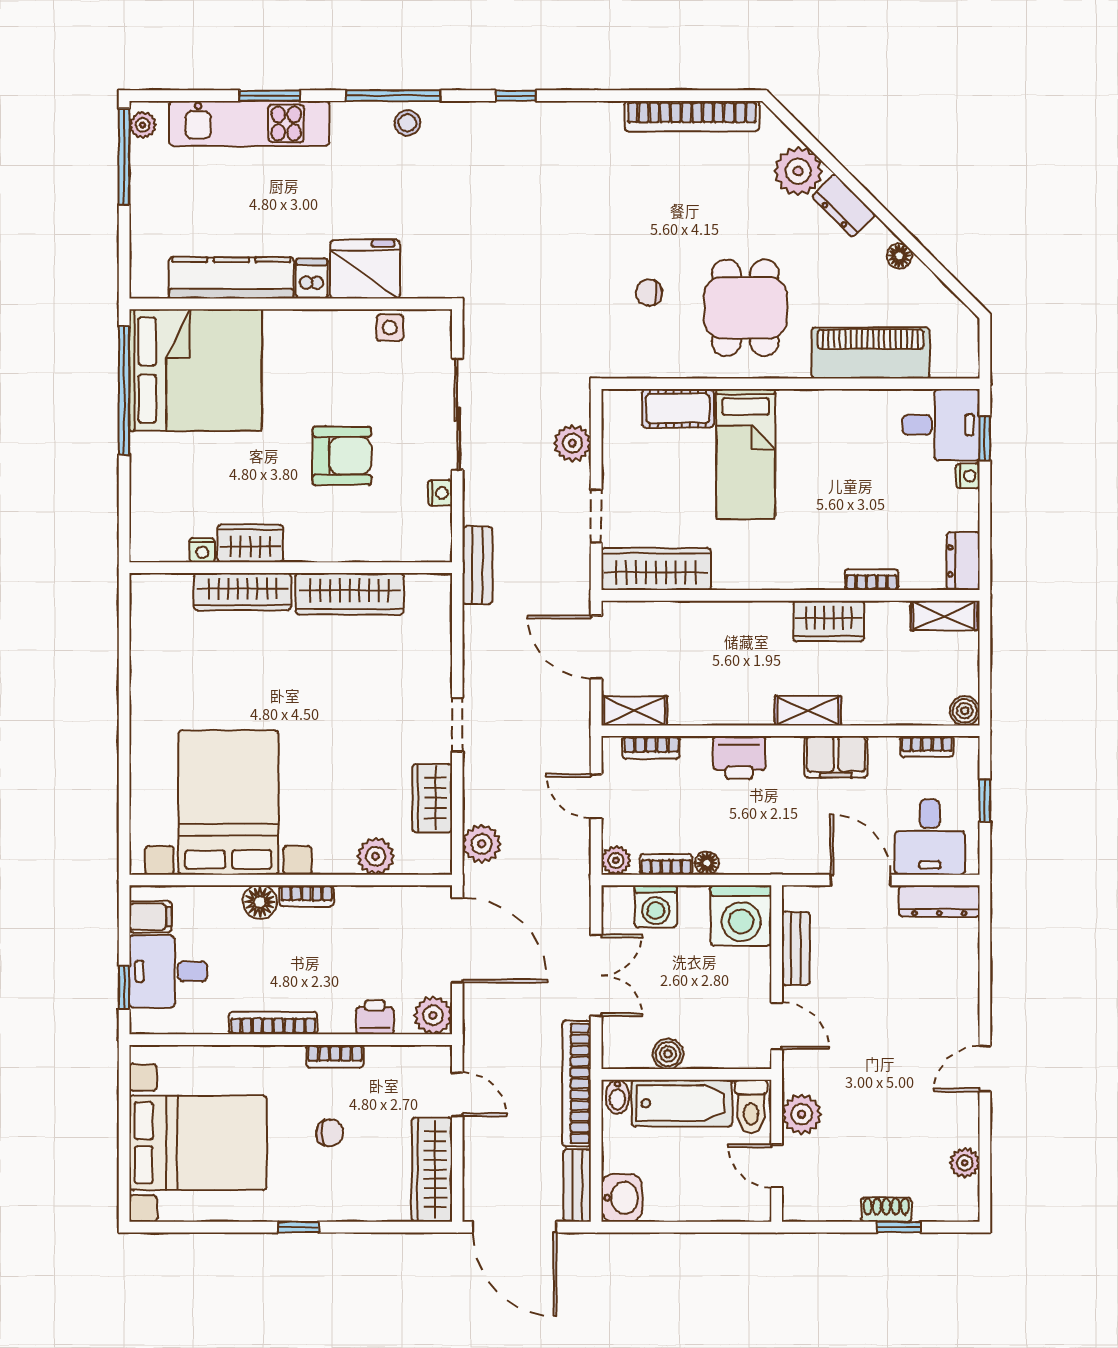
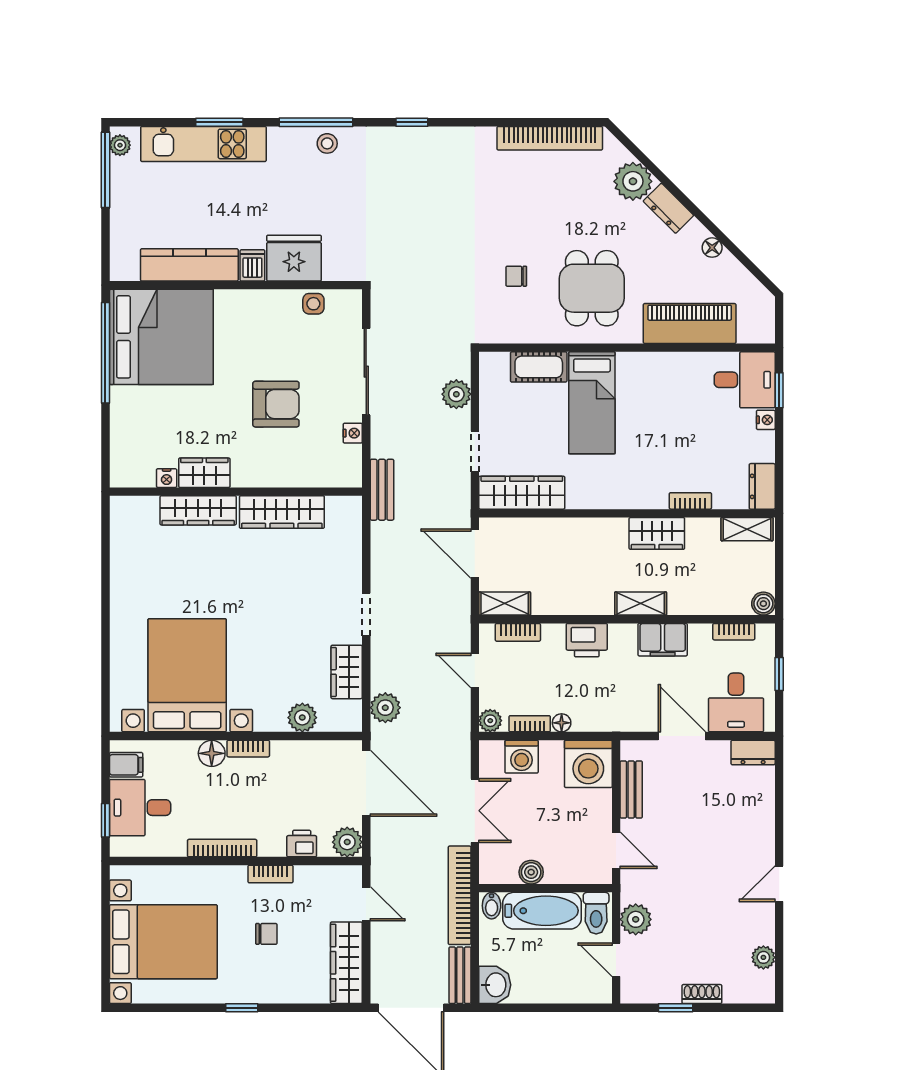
dresser: (939, 901) -> (753, 752), width x0.70
window: (899, 1227) -> (676, 1008), moved

